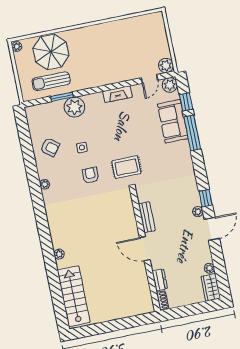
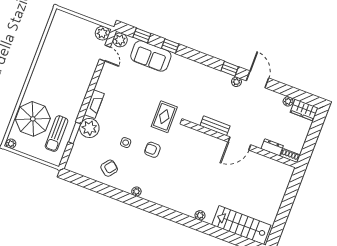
fireplace: (118, 94) -> (94, 104), moved
window: (192, 133) -> (170, 46), width x0.46

